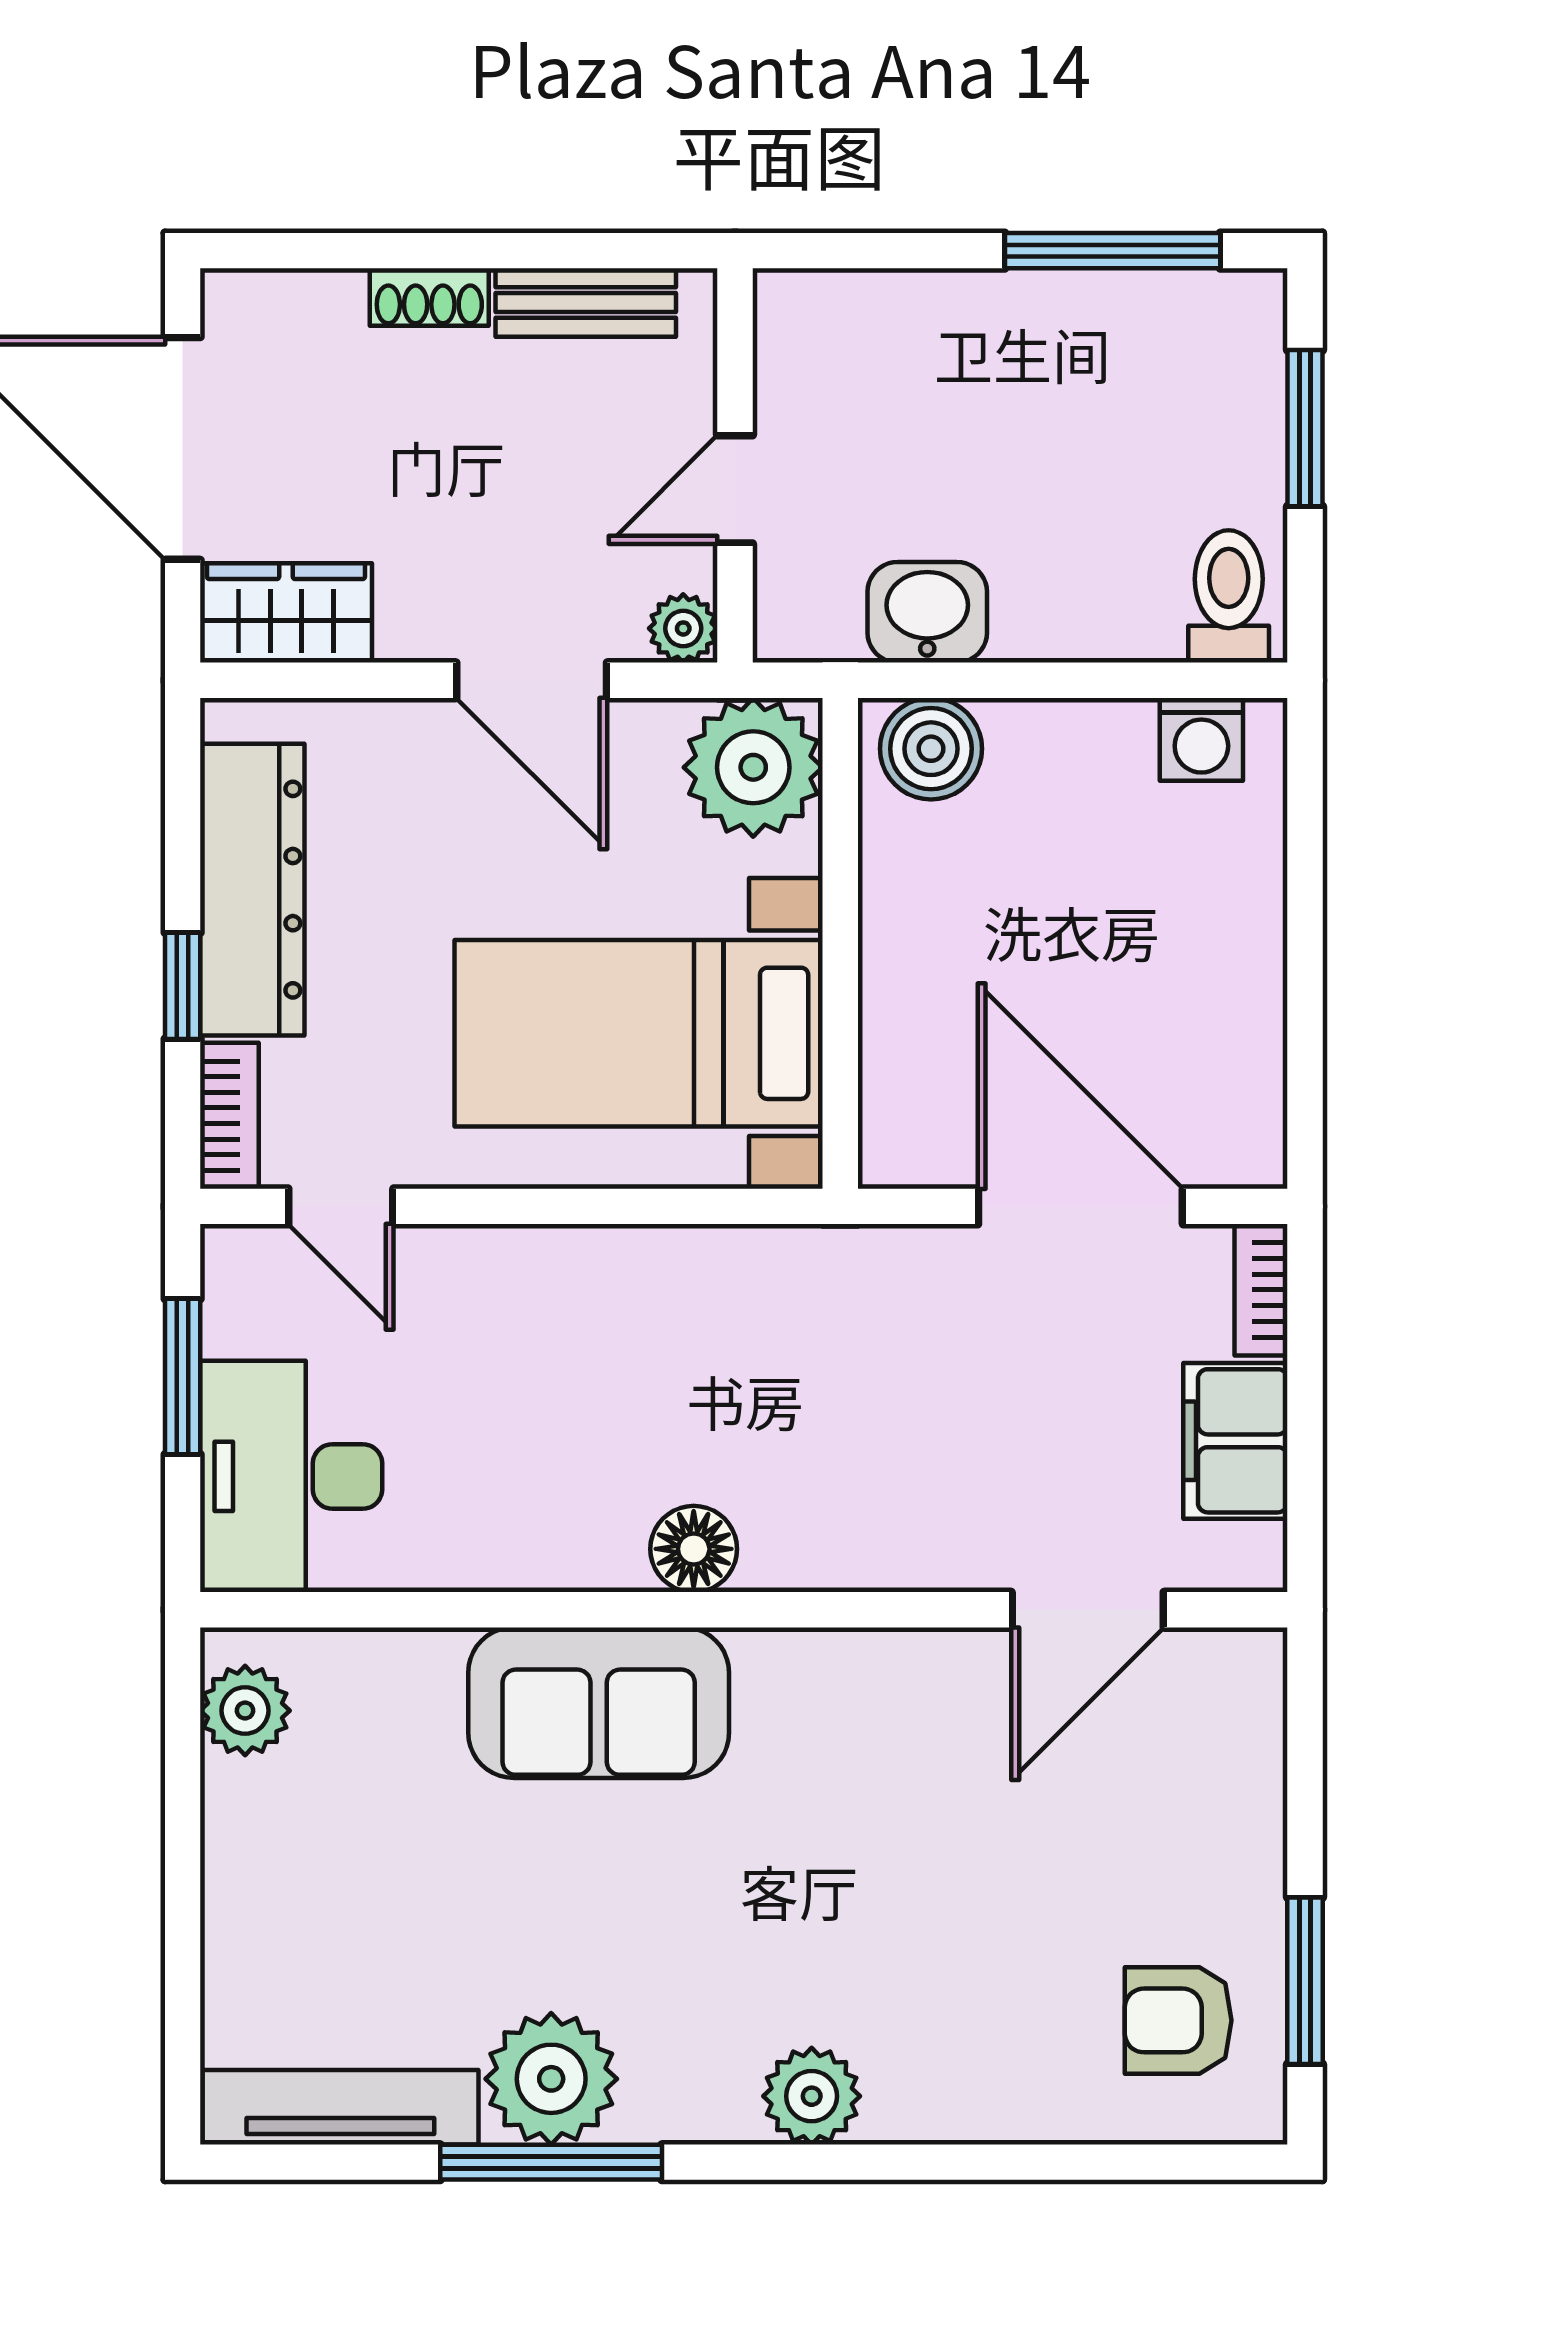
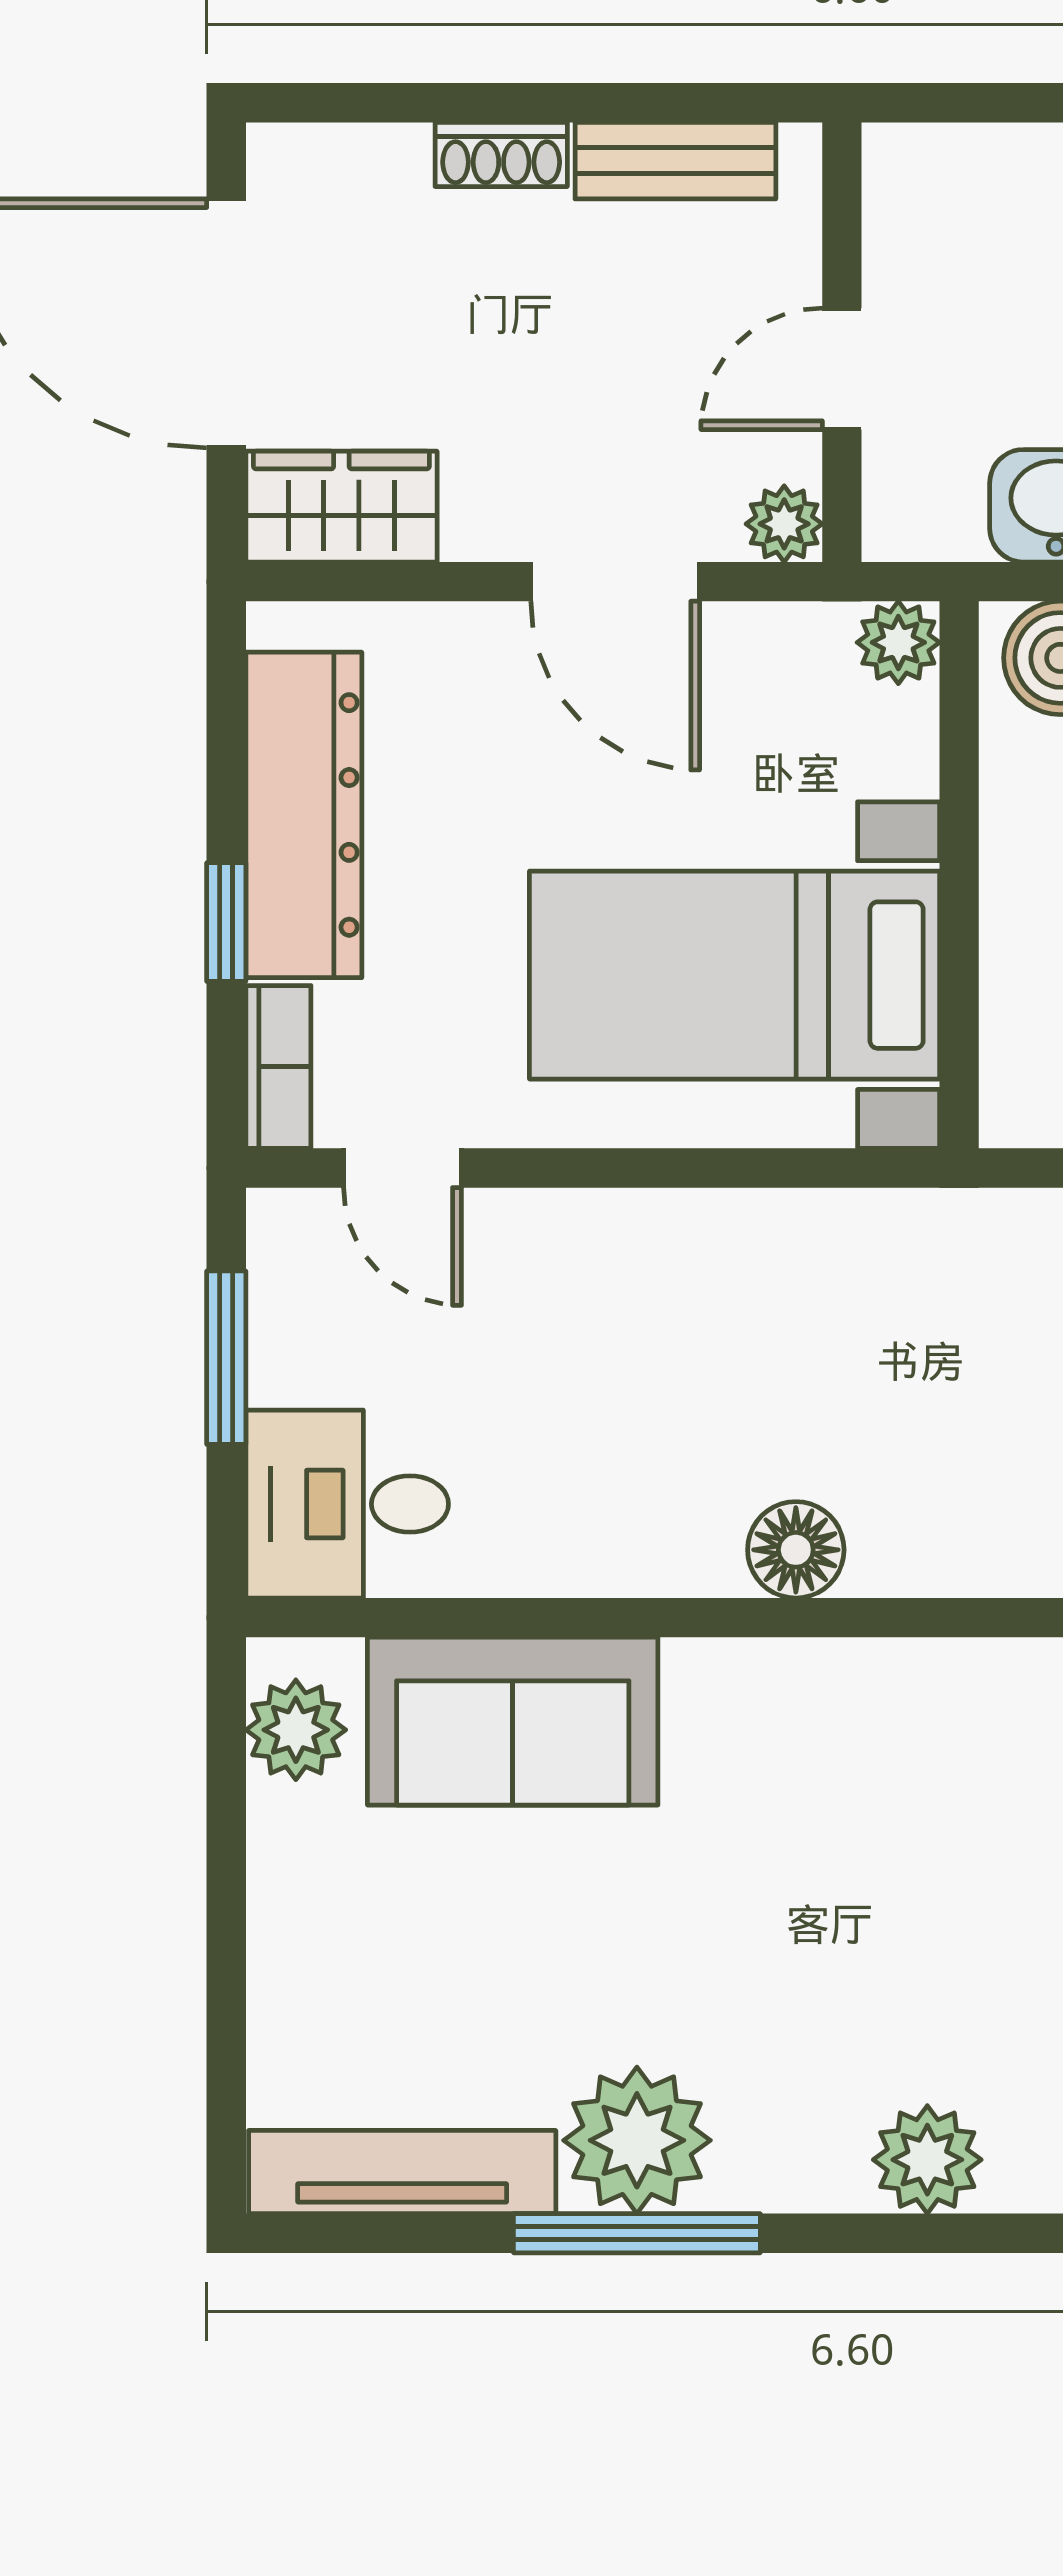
plant: (753, 767) -> (898, 642), width x0.53, depth x0.53
desk: (291, 1476) -> (347, 1504), width x0.73
sofa: (599, 1703) -> (513, 1721), moved

